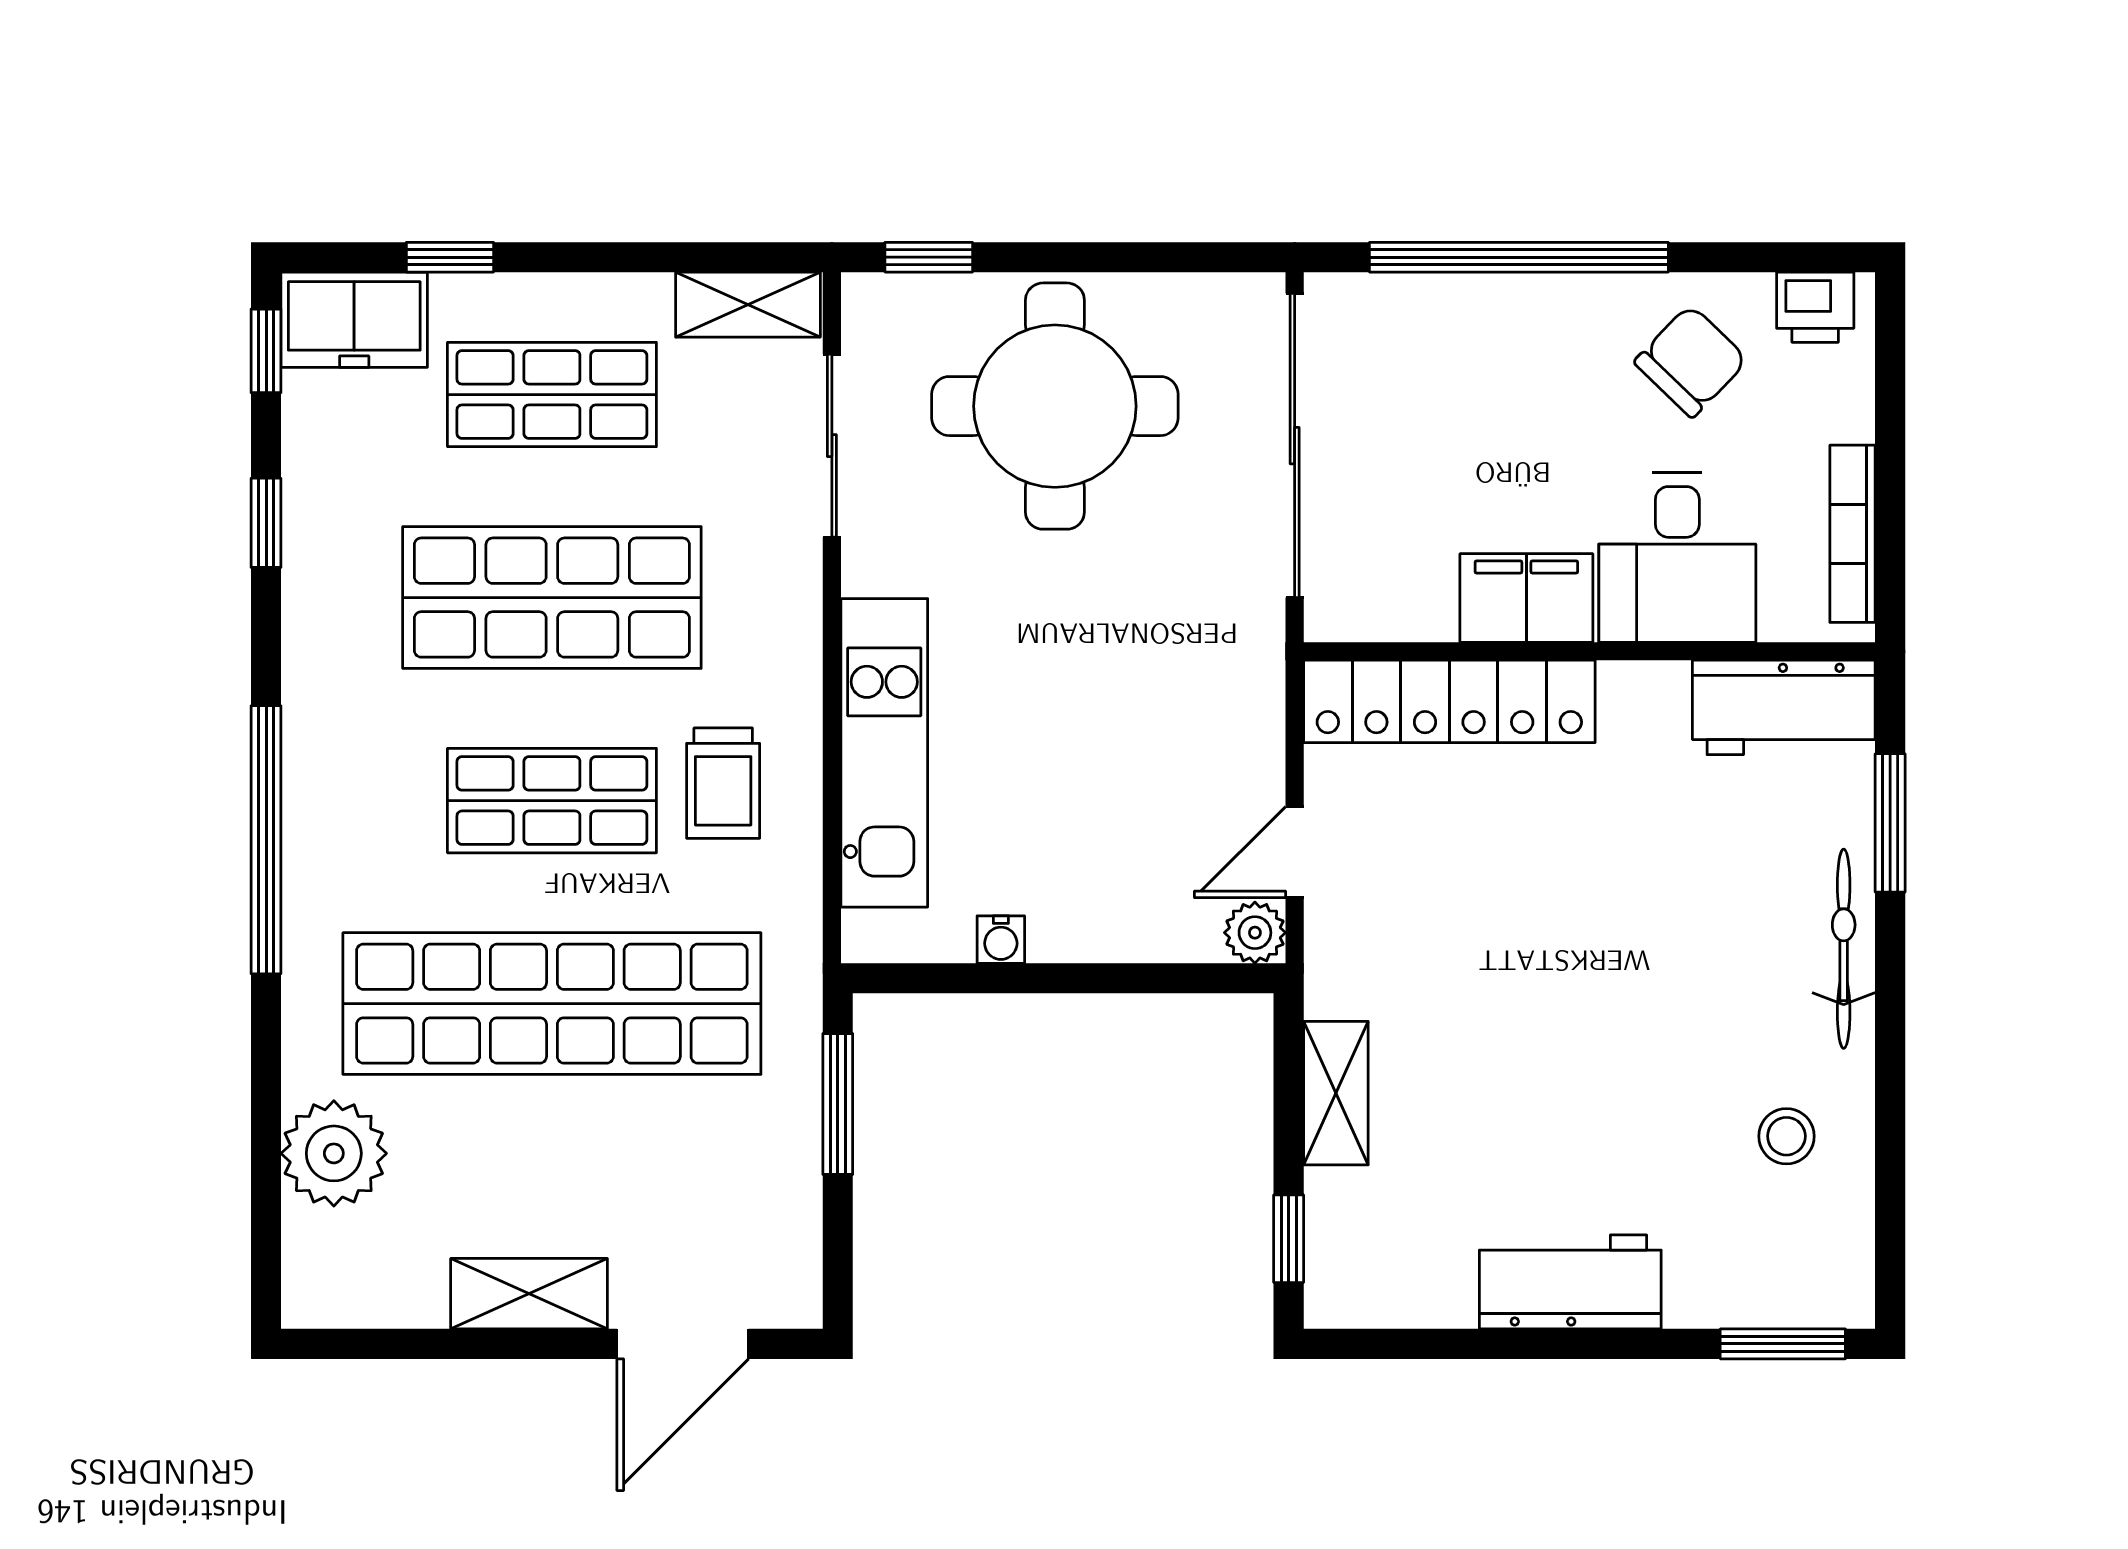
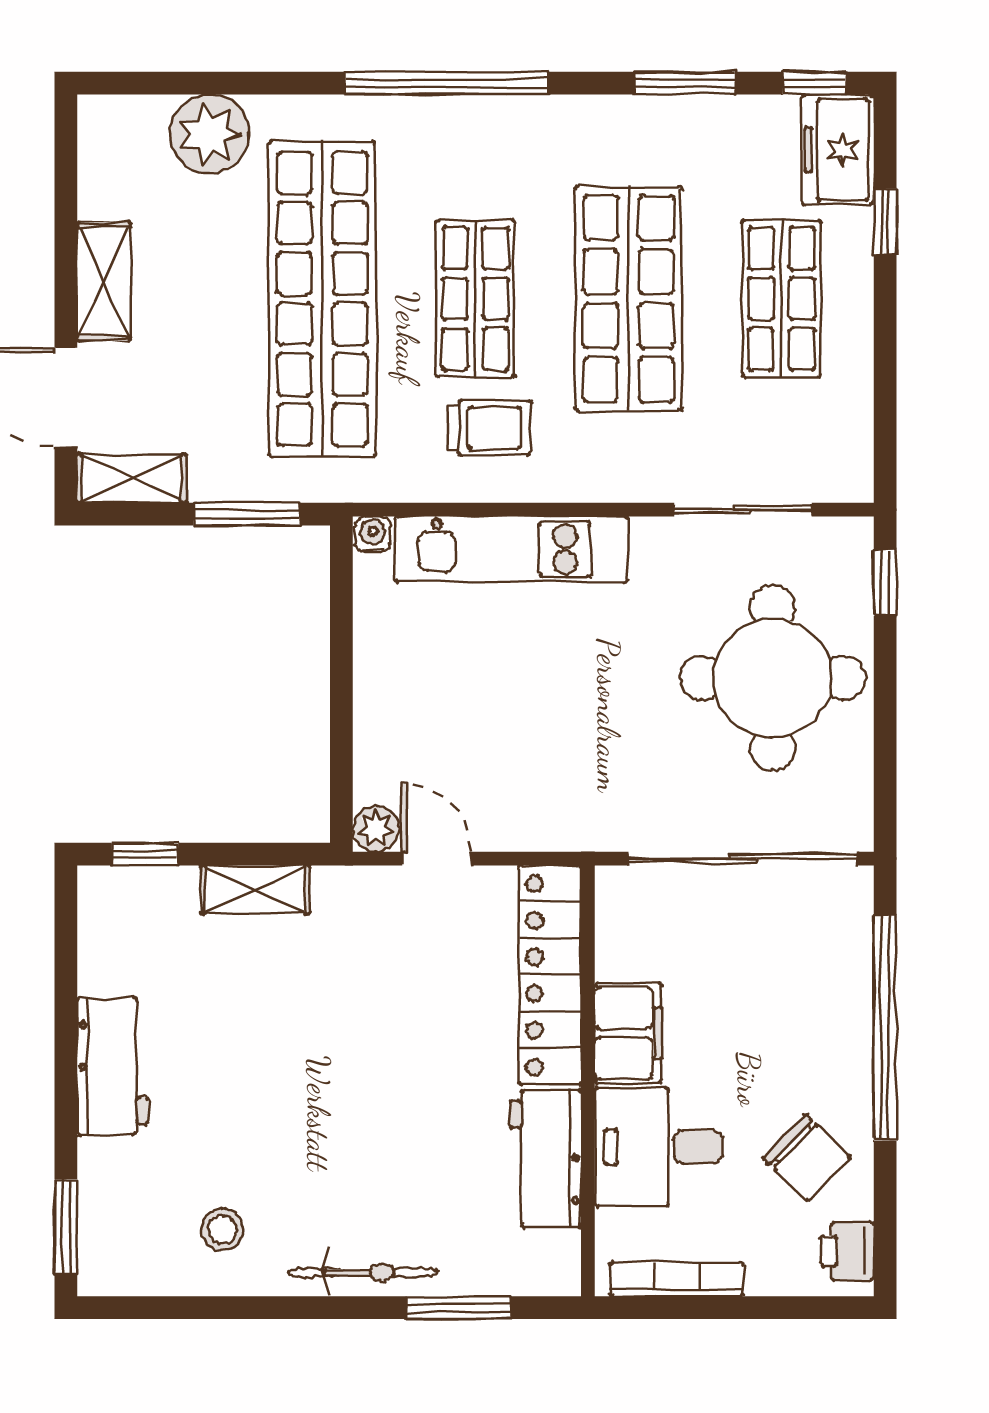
shelving: (748, 305) -> (132, 478), moved, turned 90
window: (266, 523) -> (685, 83), width x1.50
workbench: (1784, 707) -> (546, 1159), moved
trolley: (723, 783) -> (489, 428), turned 180
water cooler: (1001, 940) -> (373, 534), moved, turned 90

